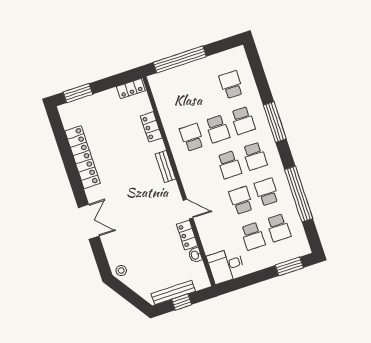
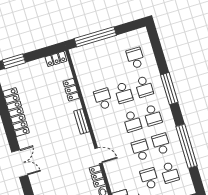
school desk: (253, 236) -> (149, 179), turned 180

